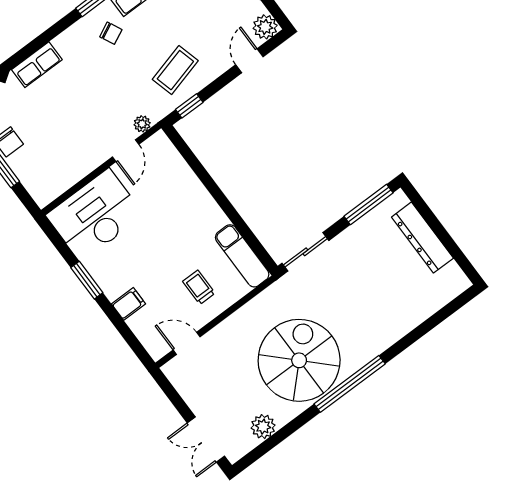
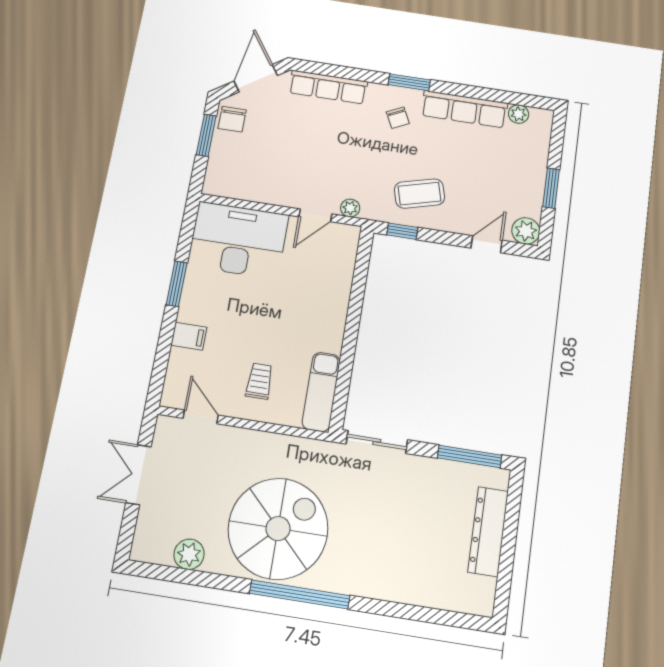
row of seats: (37, 65) -> (328, 87), width x1.48
double door: (206, 439) -> (139, 475), moved

